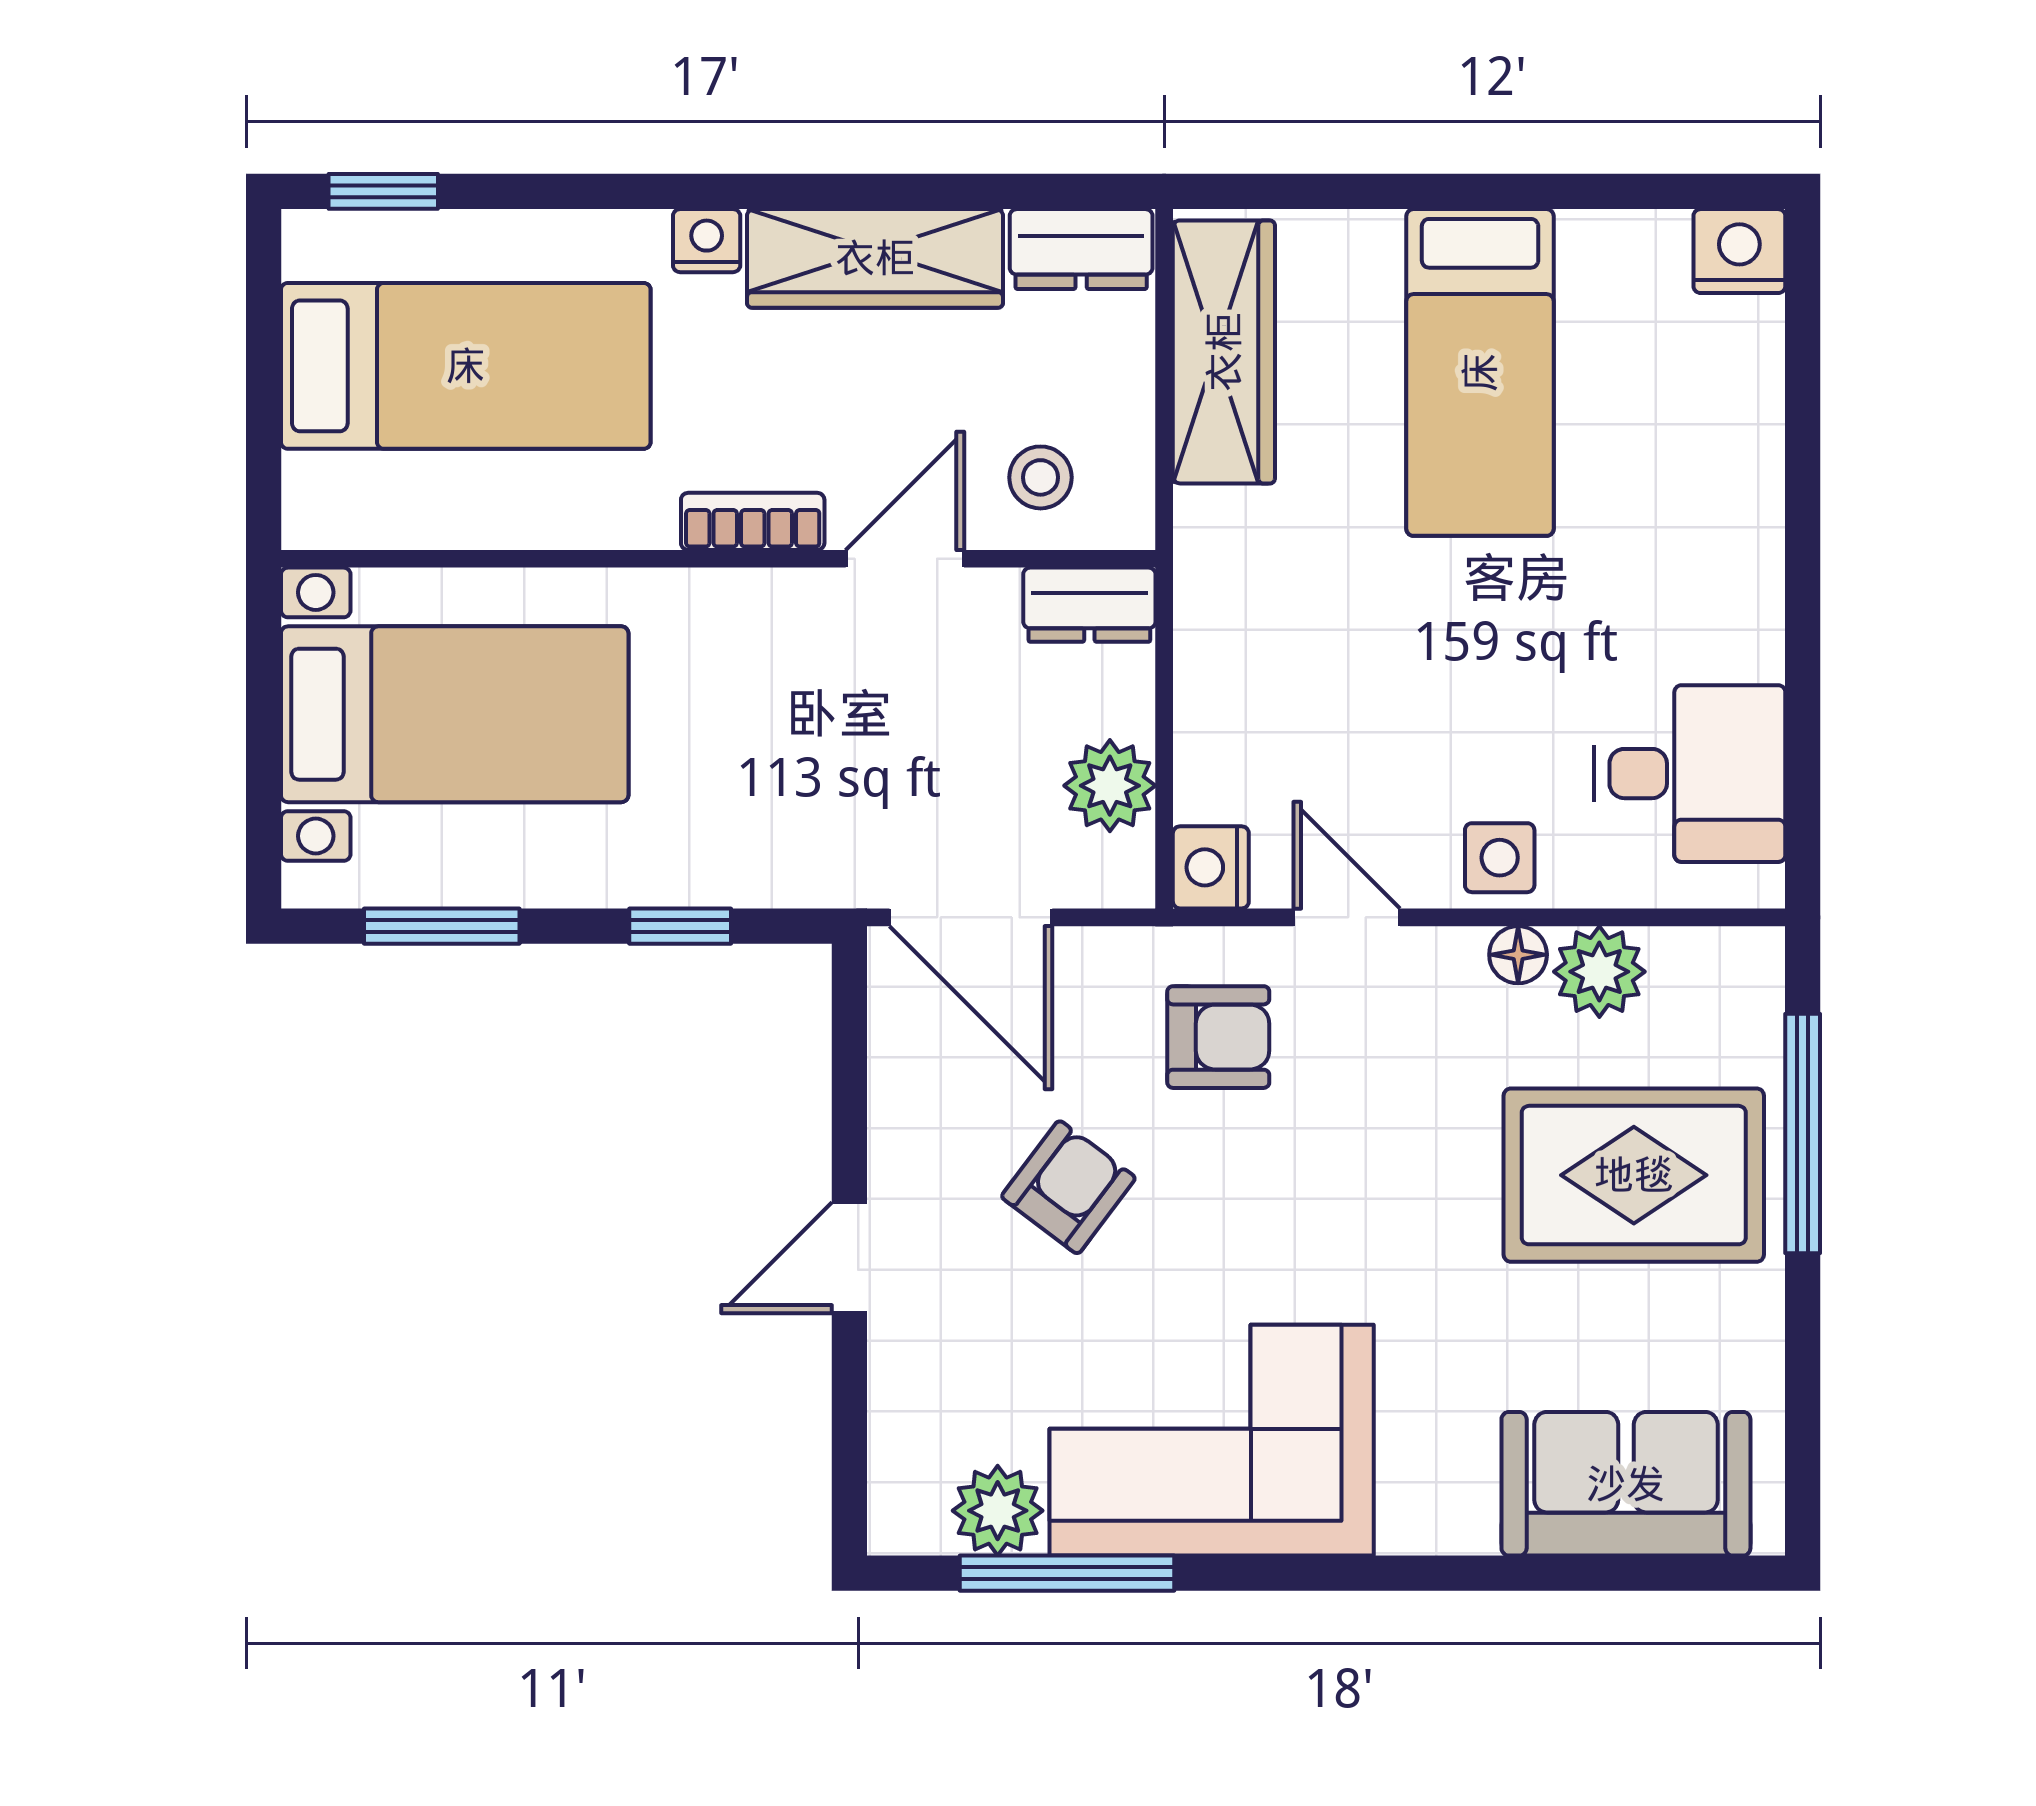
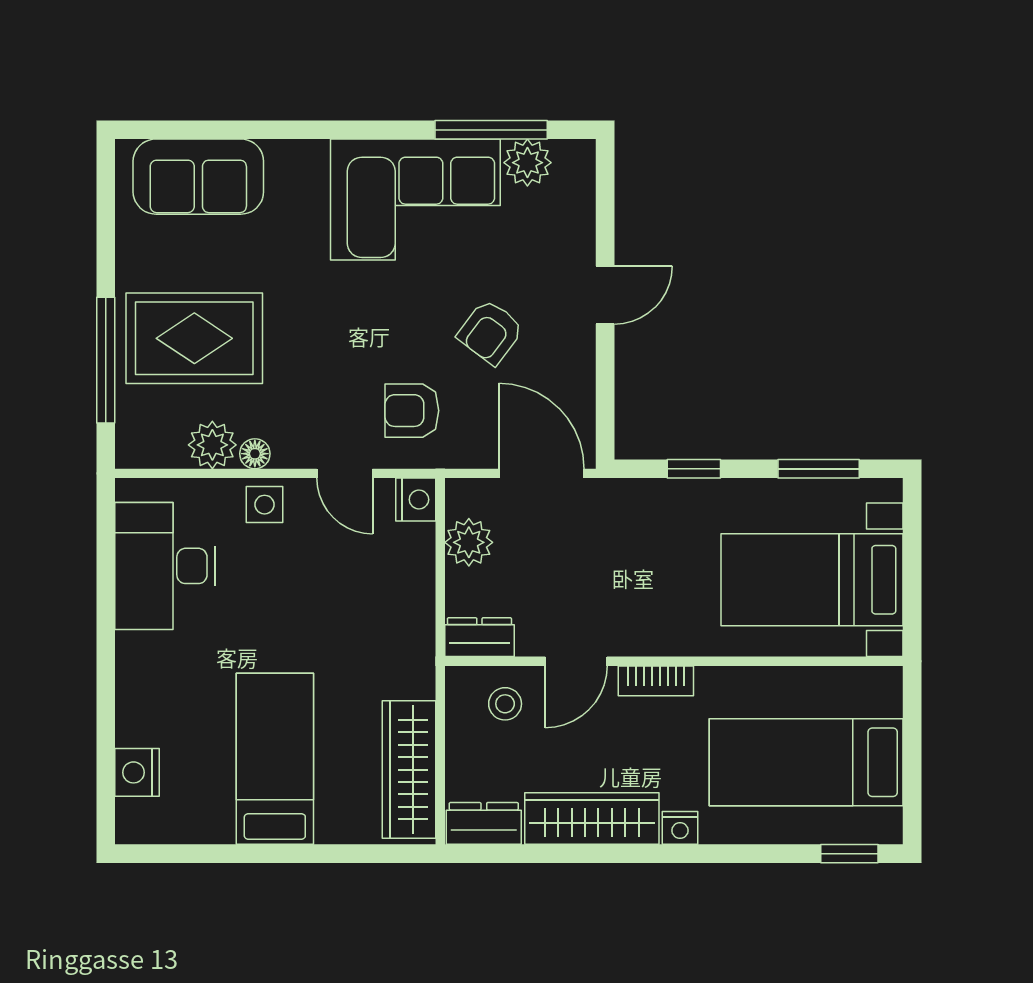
nightstand: (1739, 251) -> (137, 772), moved, turned 90
desk: (1690, 774) -> (165, 566), width x1.37

